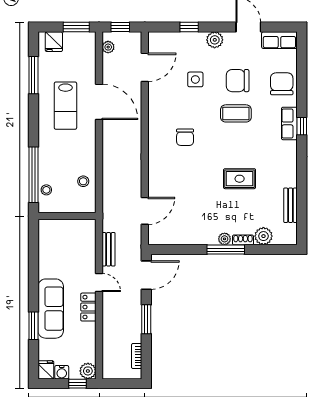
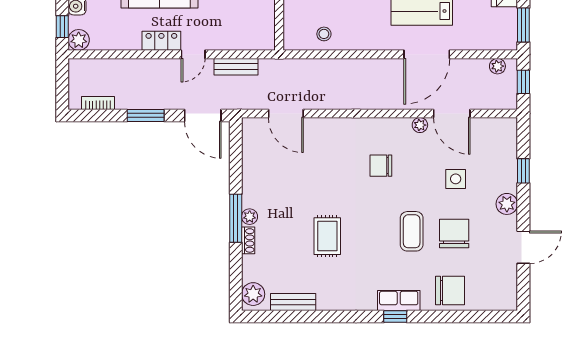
row of seats: (279, 40) -> (507, 288), removed
door: (145, 67) -> (452, 113), moved
plant: (154, 107) -> (420, 125), added
plant: (263, 236) -> (253, 294), moved

